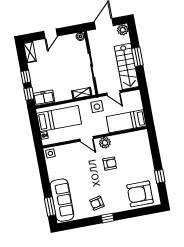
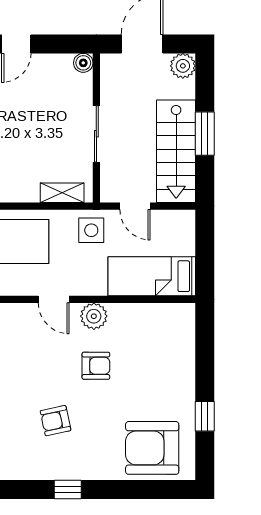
armchair: (97, 203) -> (56, 421), moved

